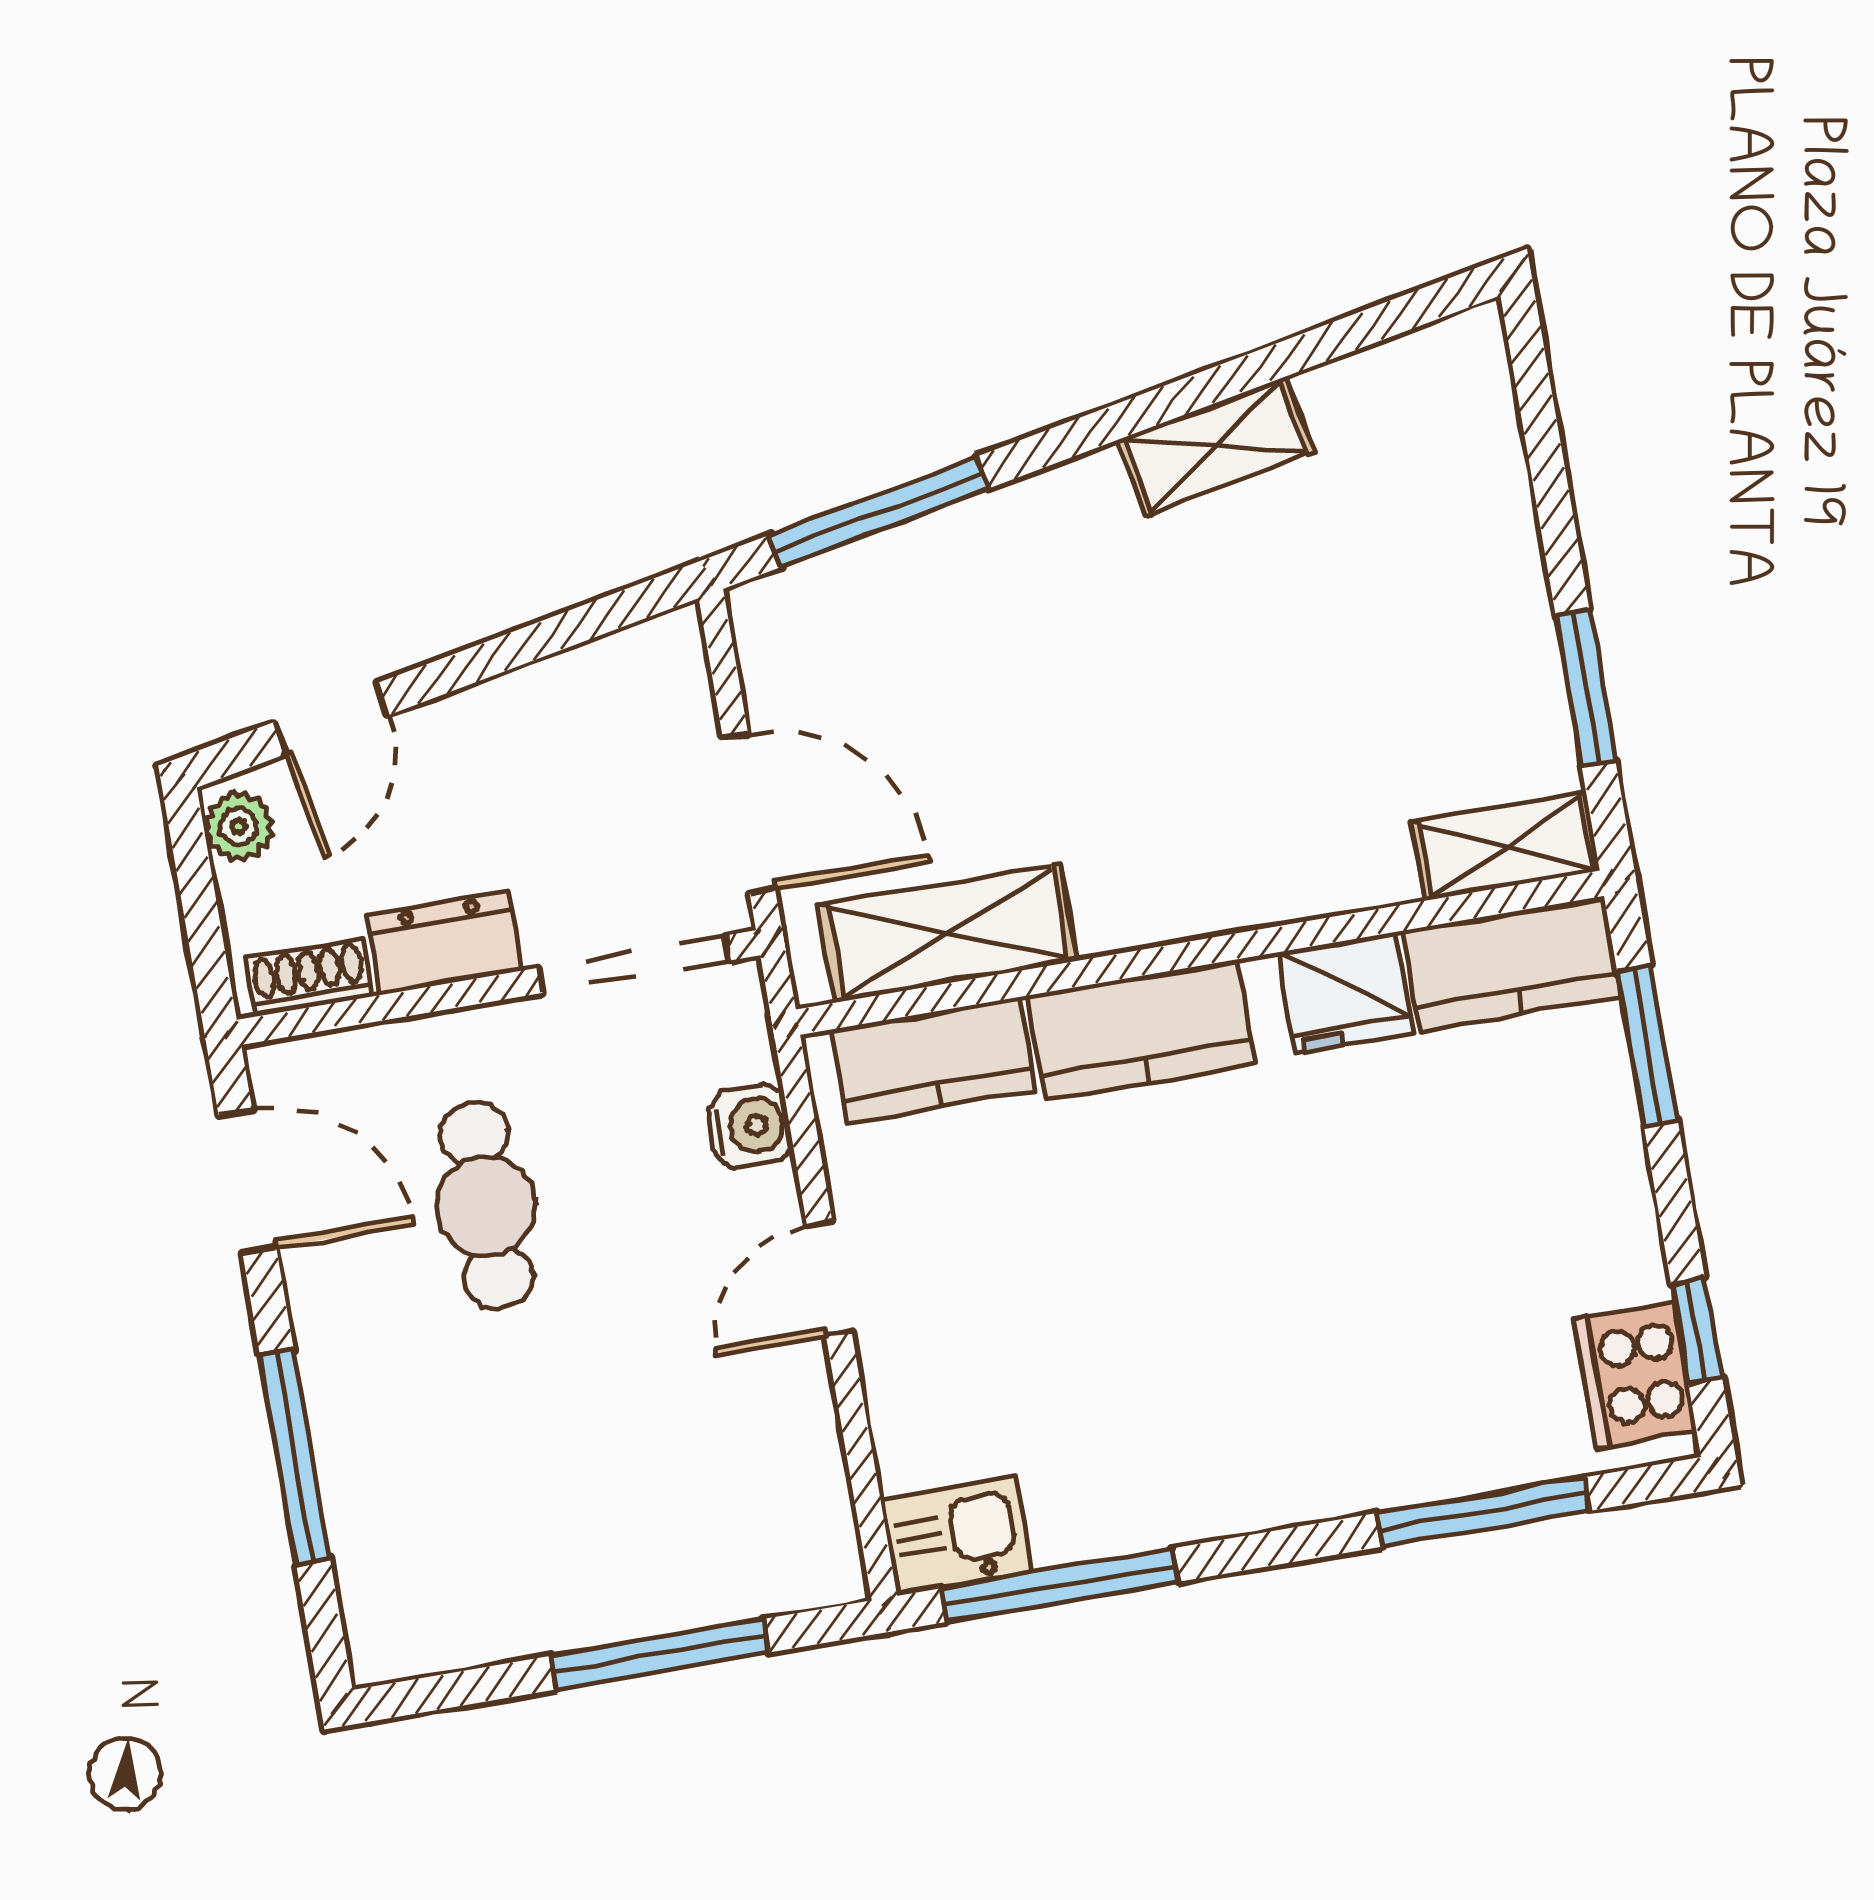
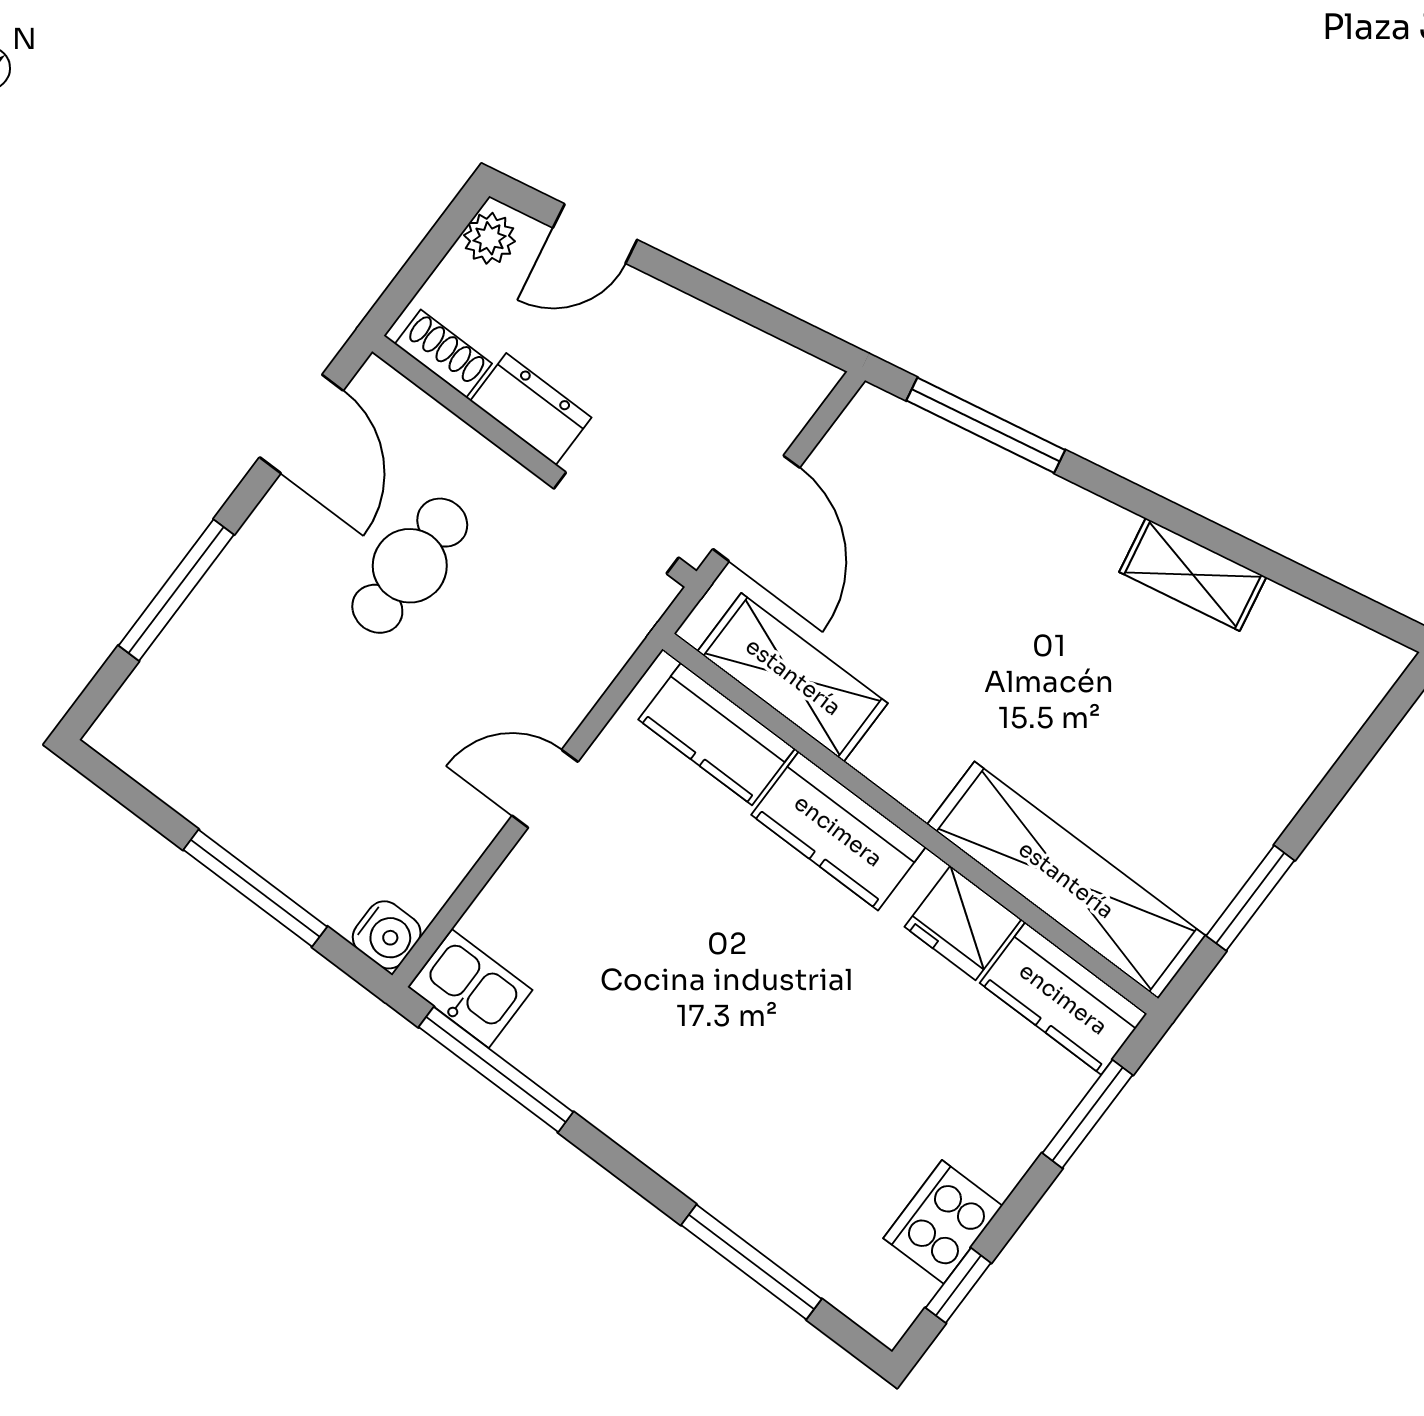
shelving: (1506, 846) -> (1066, 880), width x2.20, depth x1.33
water cooler: (750, 1126) -> (387, 935), moved
cooker: (1635, 1375) -> (943, 1222), moved

